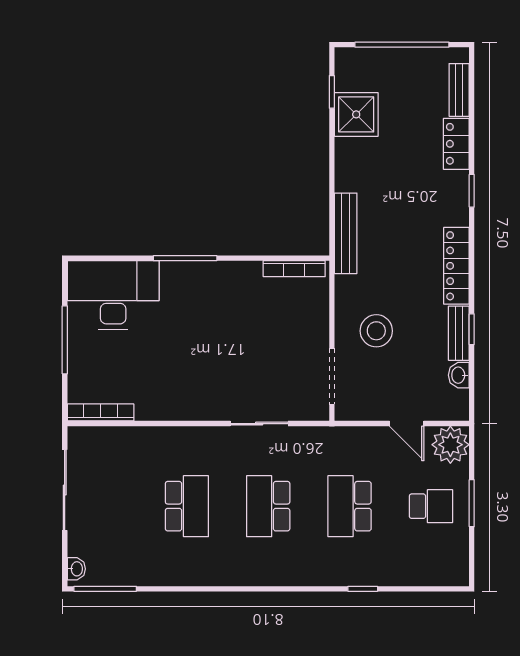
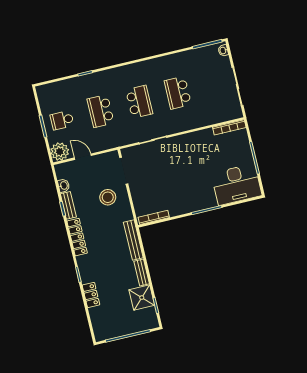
bench: (459, 90) -> (142, 272), moved
school desk: (350, 506) -> (101, 111), turned 180

